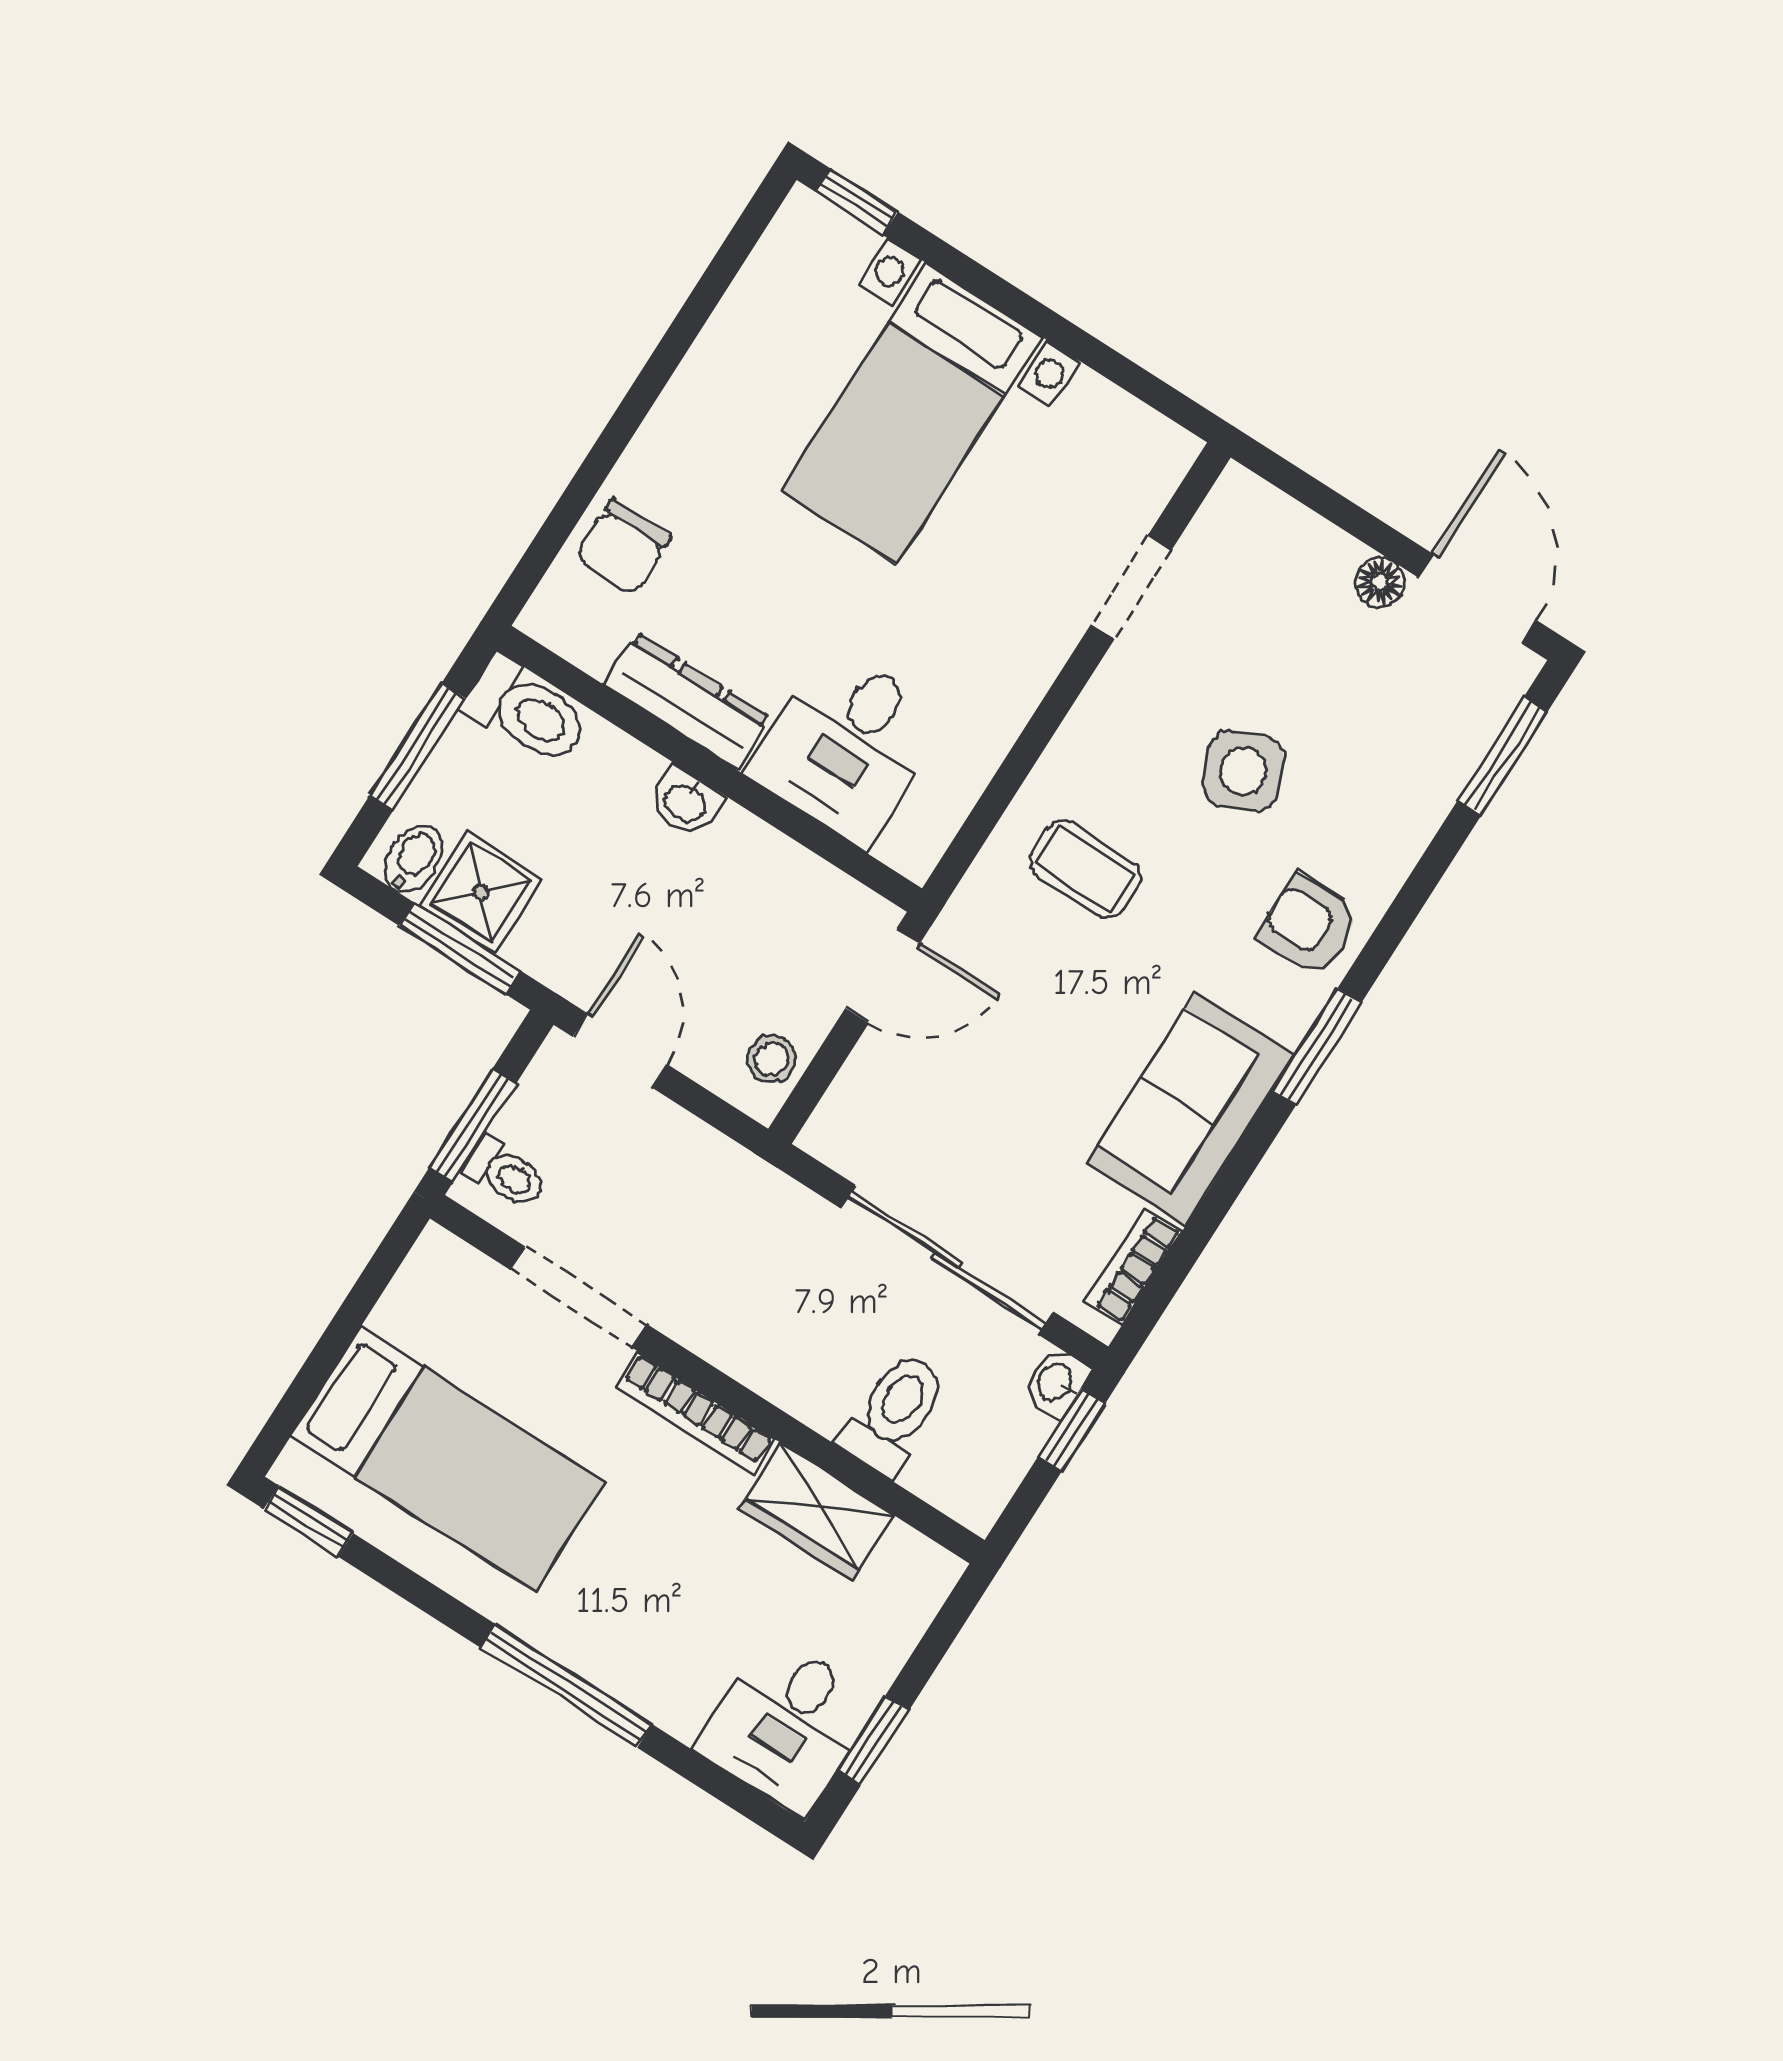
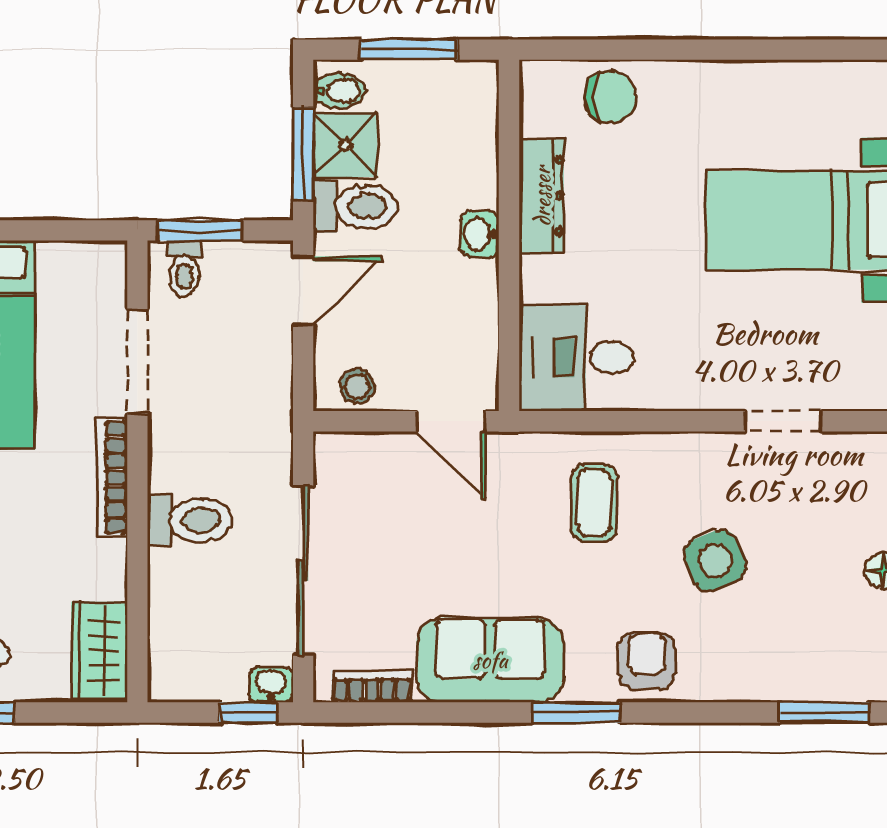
chair: (623, 547) -> (610, 97), turned 180
toilet: (527, 711) -> (356, 207), moved, turned -90
desk: (847, 746) -> (577, 358), moved
toilet: (894, 1413) -> (190, 520), moved
wardrobe: (817, 1512) -> (99, 650), moved

